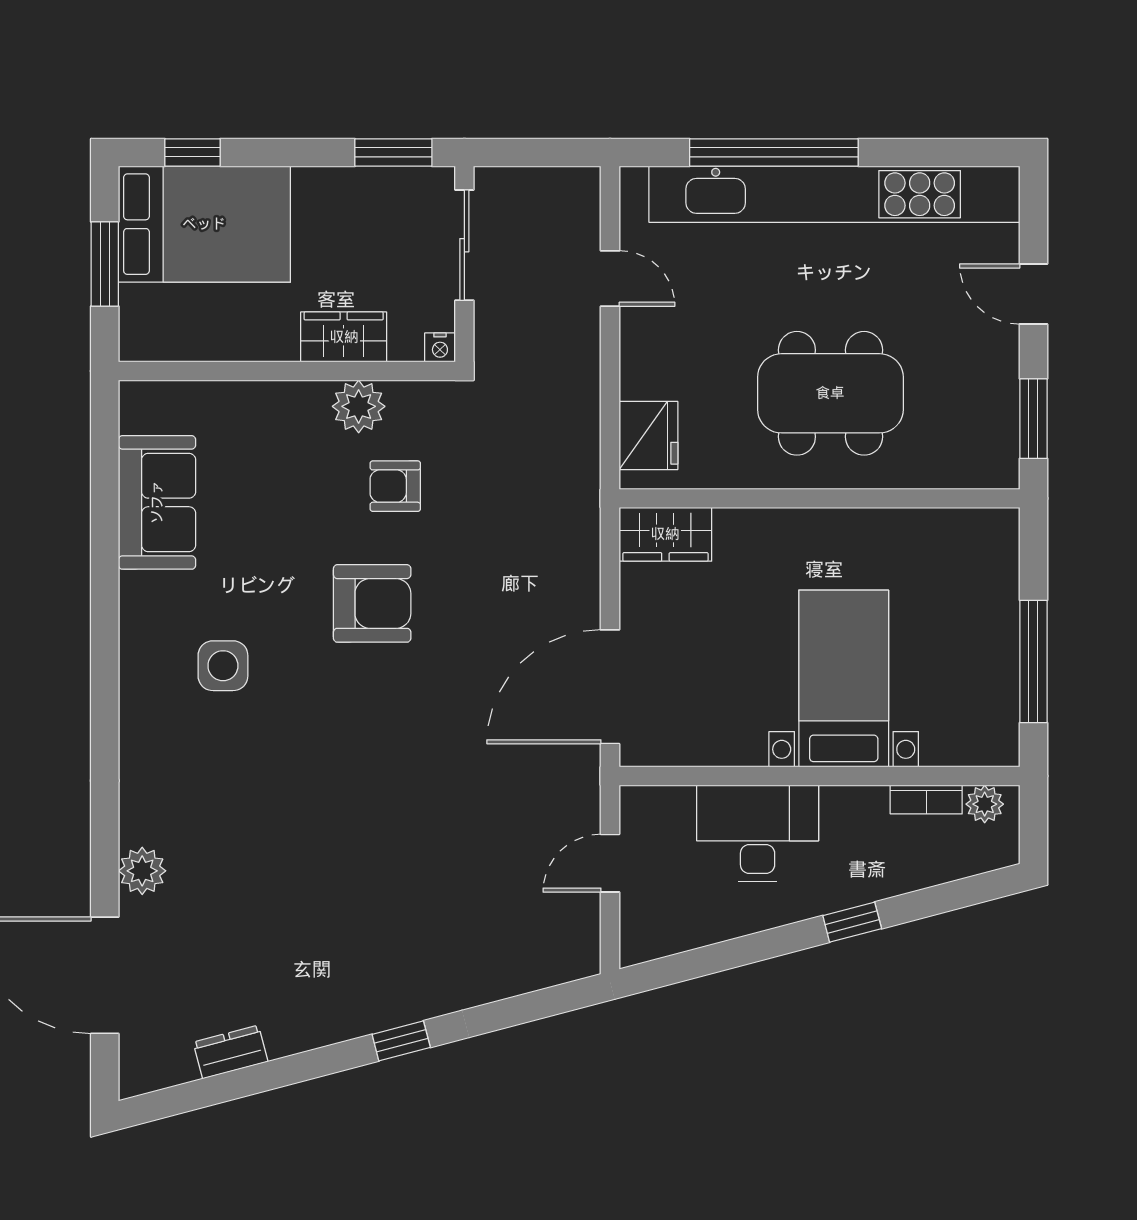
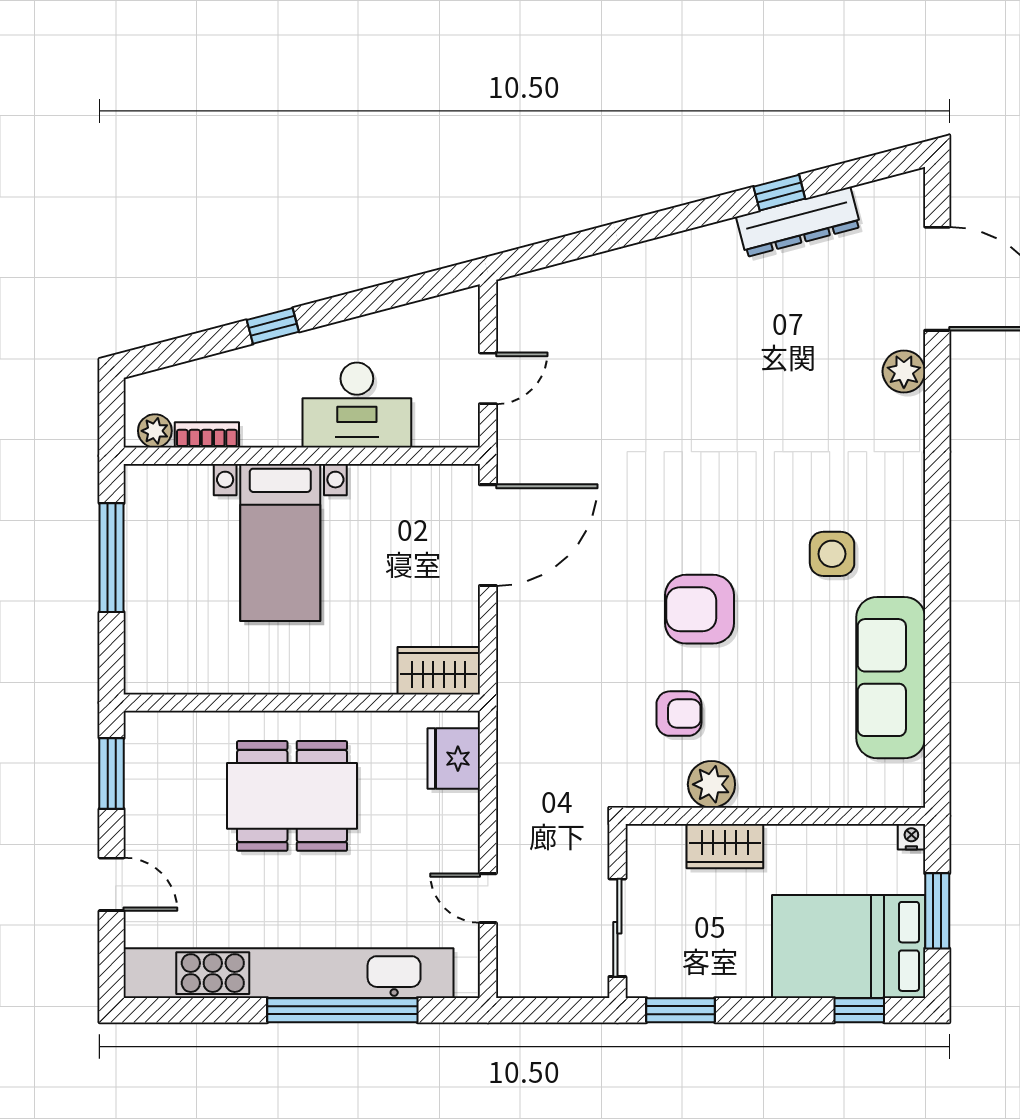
nightstand: (440, 347) -> (911, 837), moved
sofa: (157, 502) -> (891, 678), width x1.36
window: (401, 1041) -> (779, 193), moved
dresser: (231, 1052) -> (798, 222), width x1.96, depth x1.24

